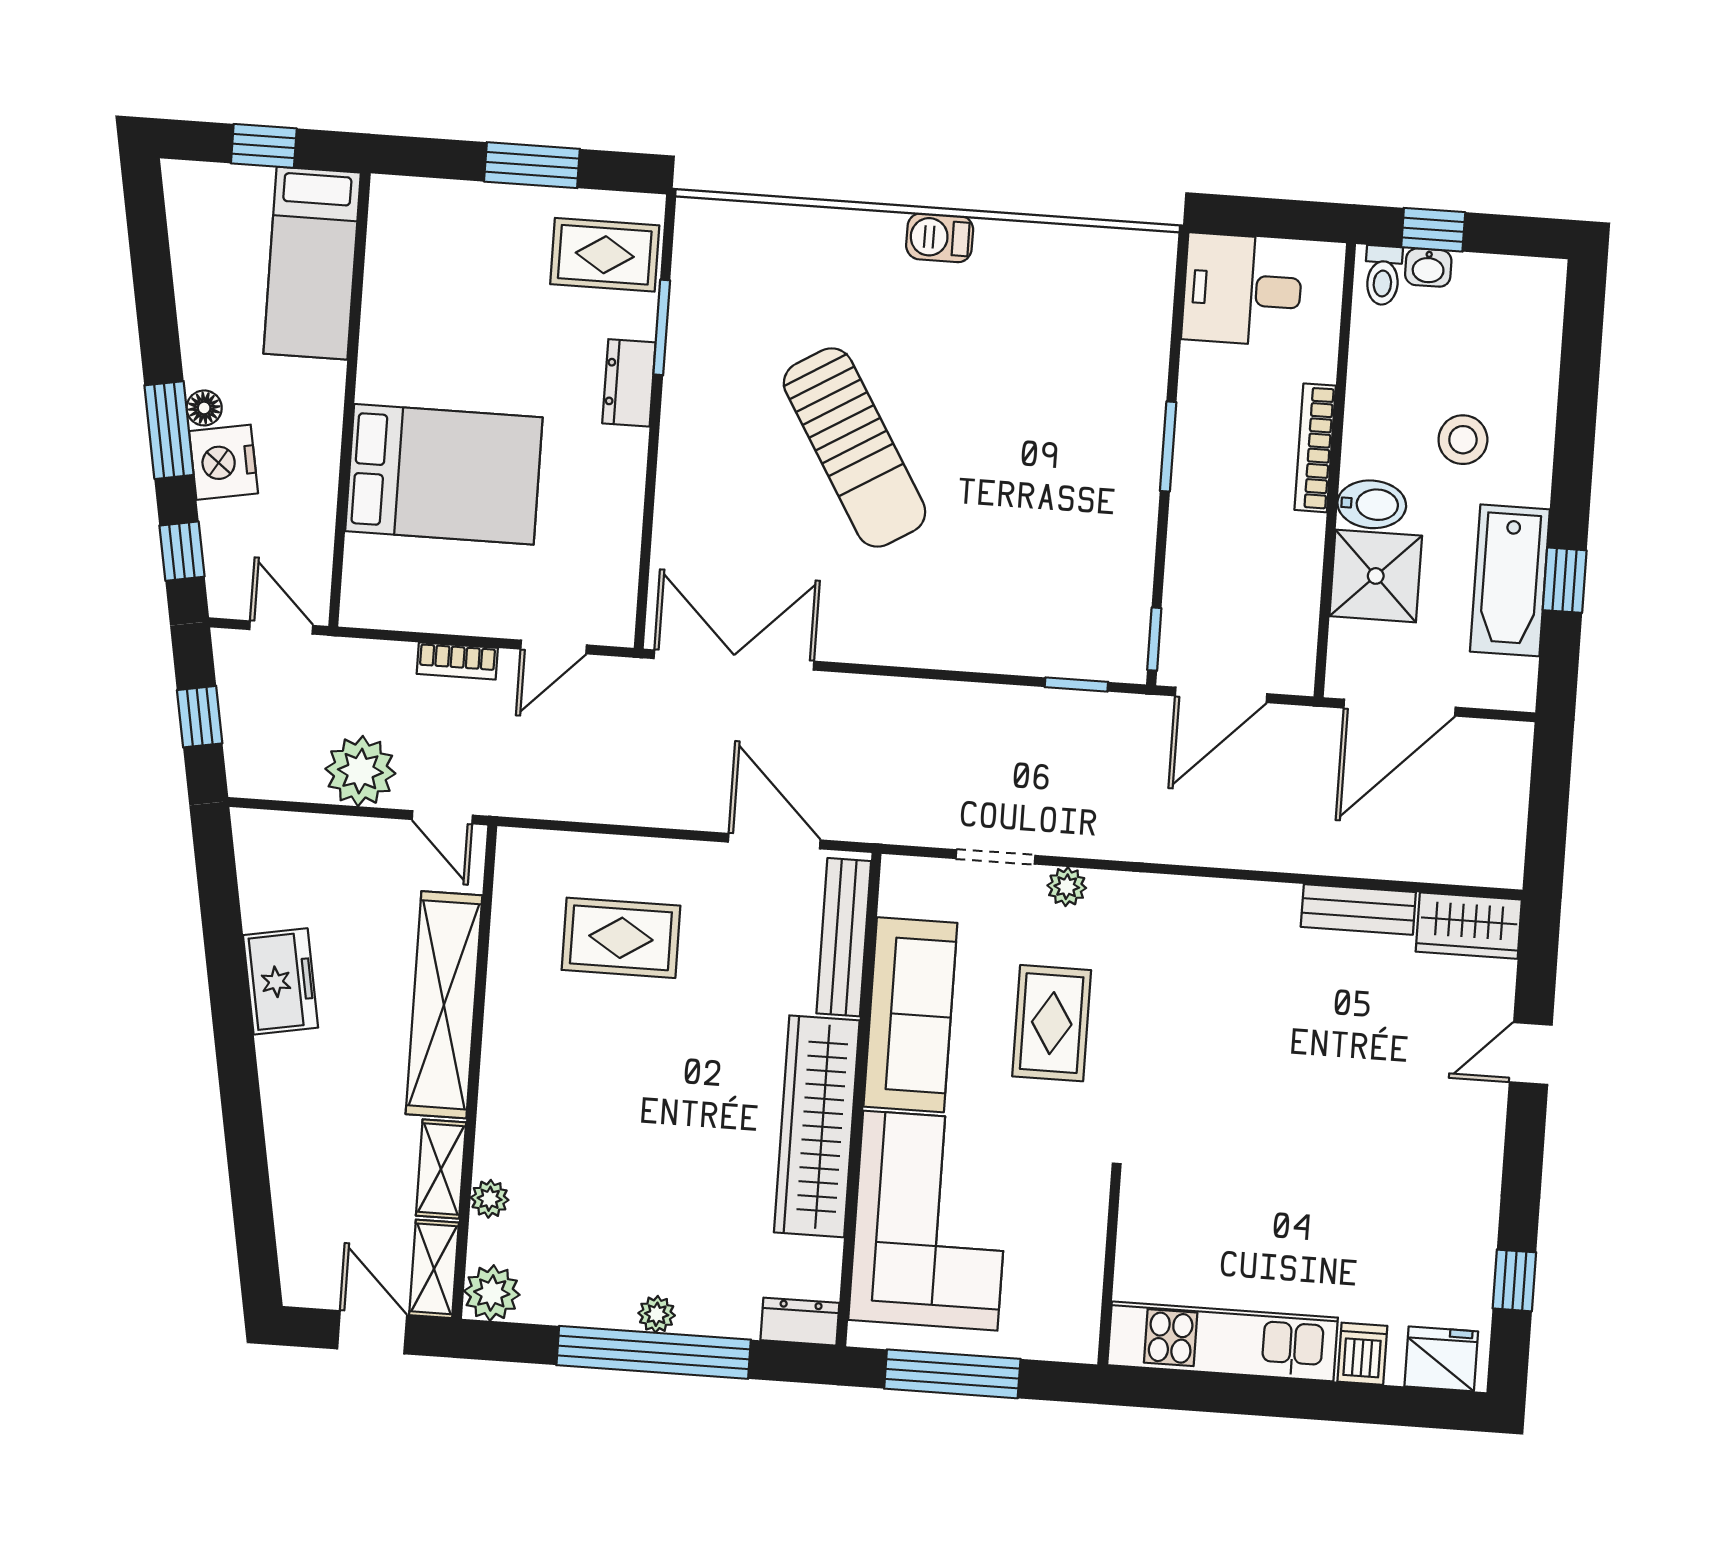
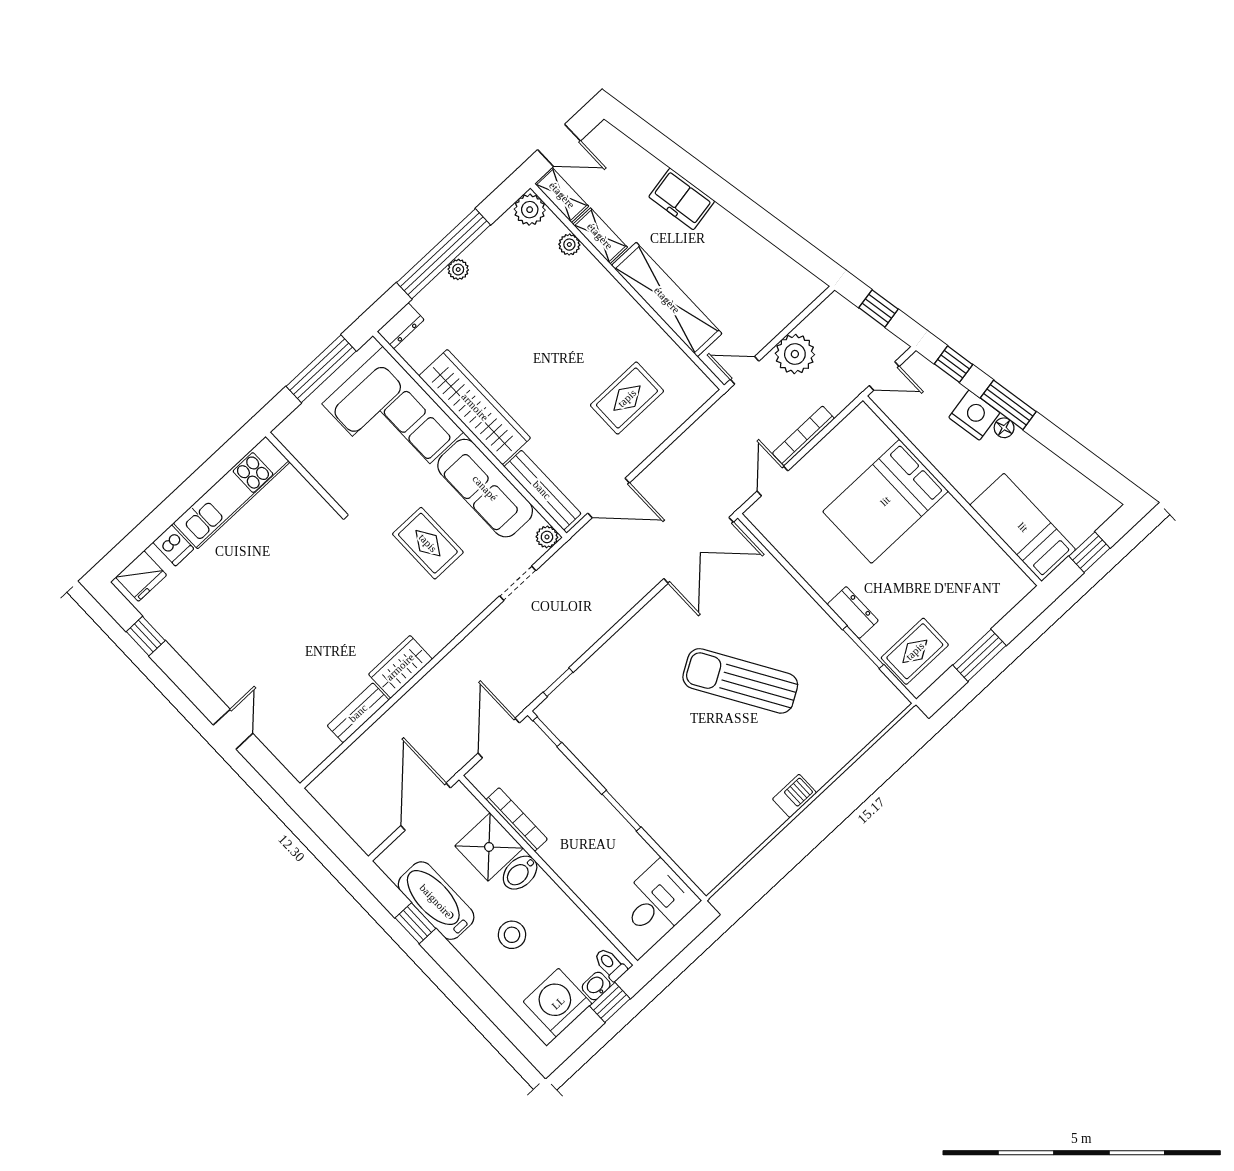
washing machine: (1497, 298) -> (558, 1003), added
bookcase: (1315, 448) -> (517, 819), moved
bookcase: (457, 661) -> (803, 436), width x1.56
plant: (1067, 887) -> (547, 537), moved
wardrobe: (1469, 926) -> (400, 667), moved
freezer: (281, 981) -> (682, 199), moved

